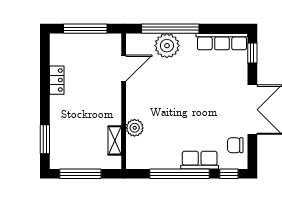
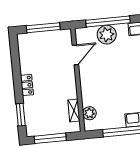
locker: (57, 80) -> (27, 85), moved
plant: (135, 128) -> (89, 113), moved

